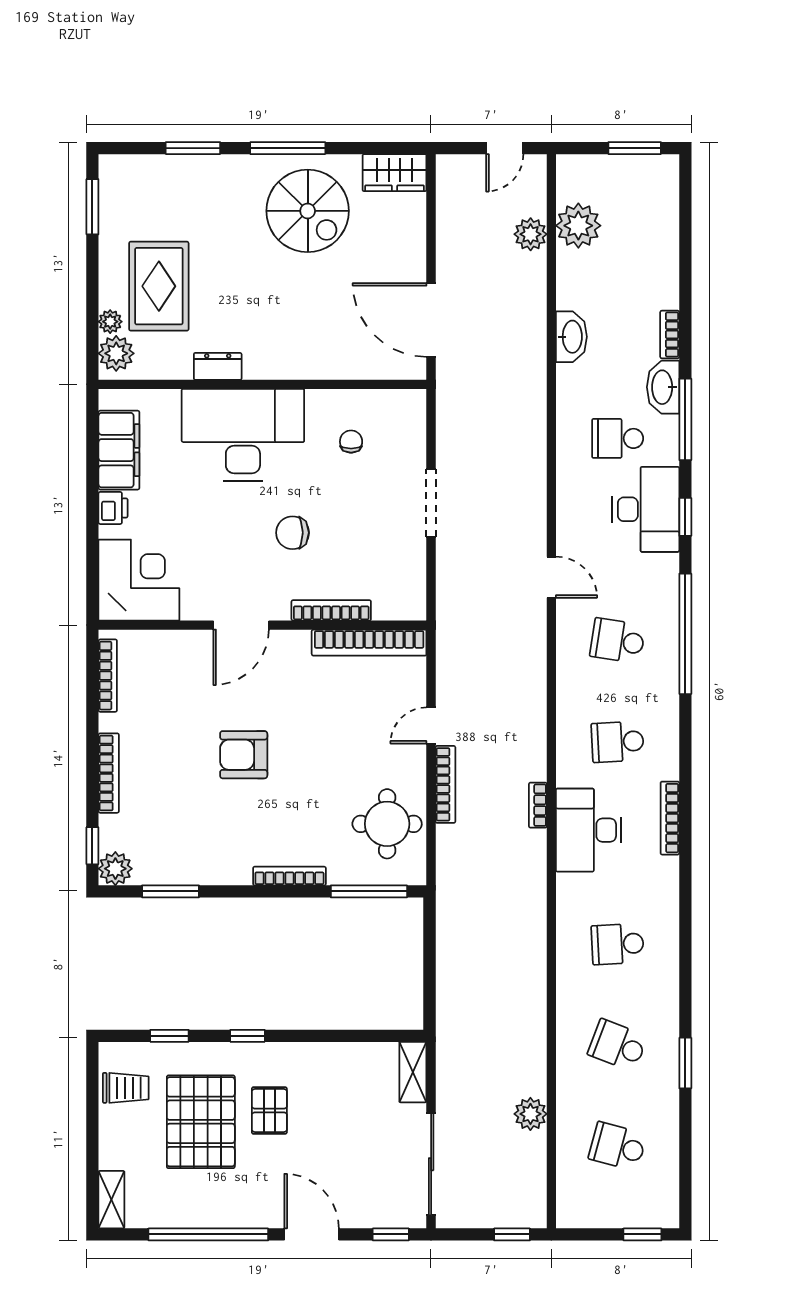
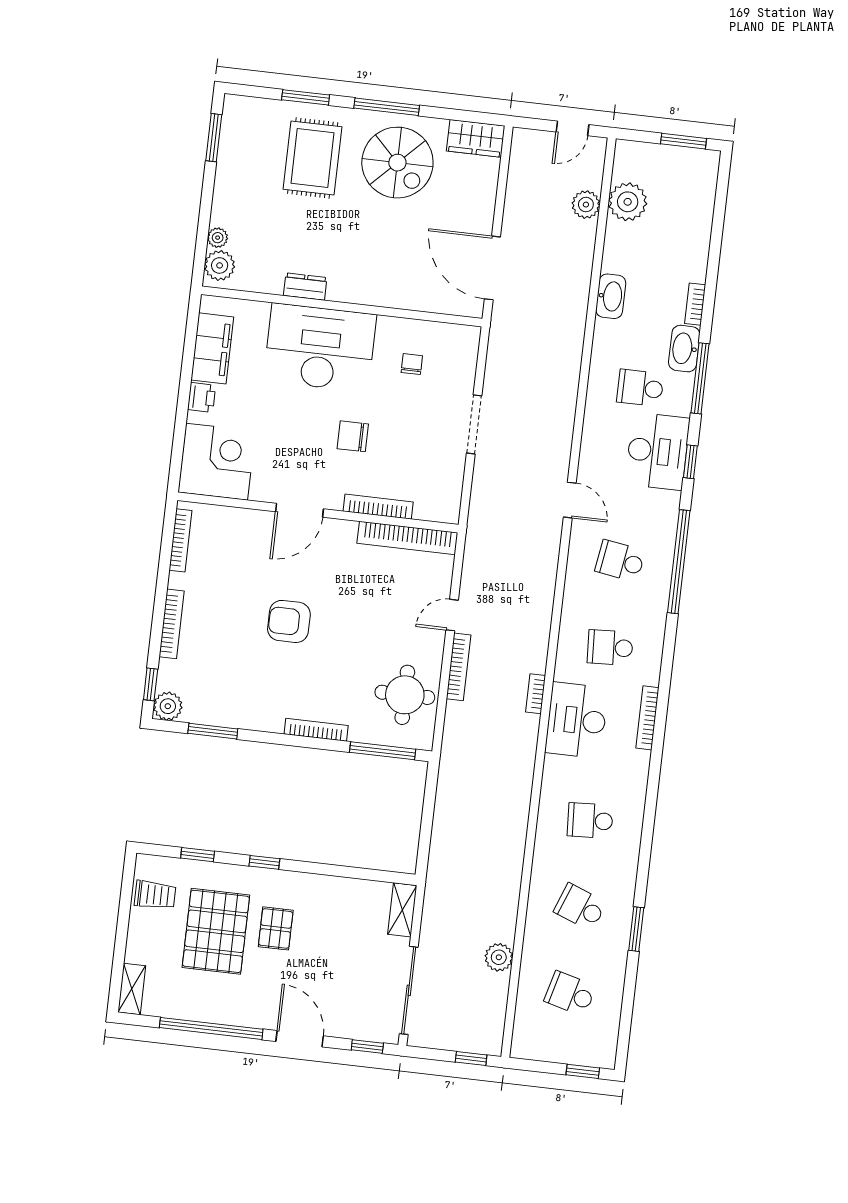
rug: (159, 286) -> (313, 158), moved

